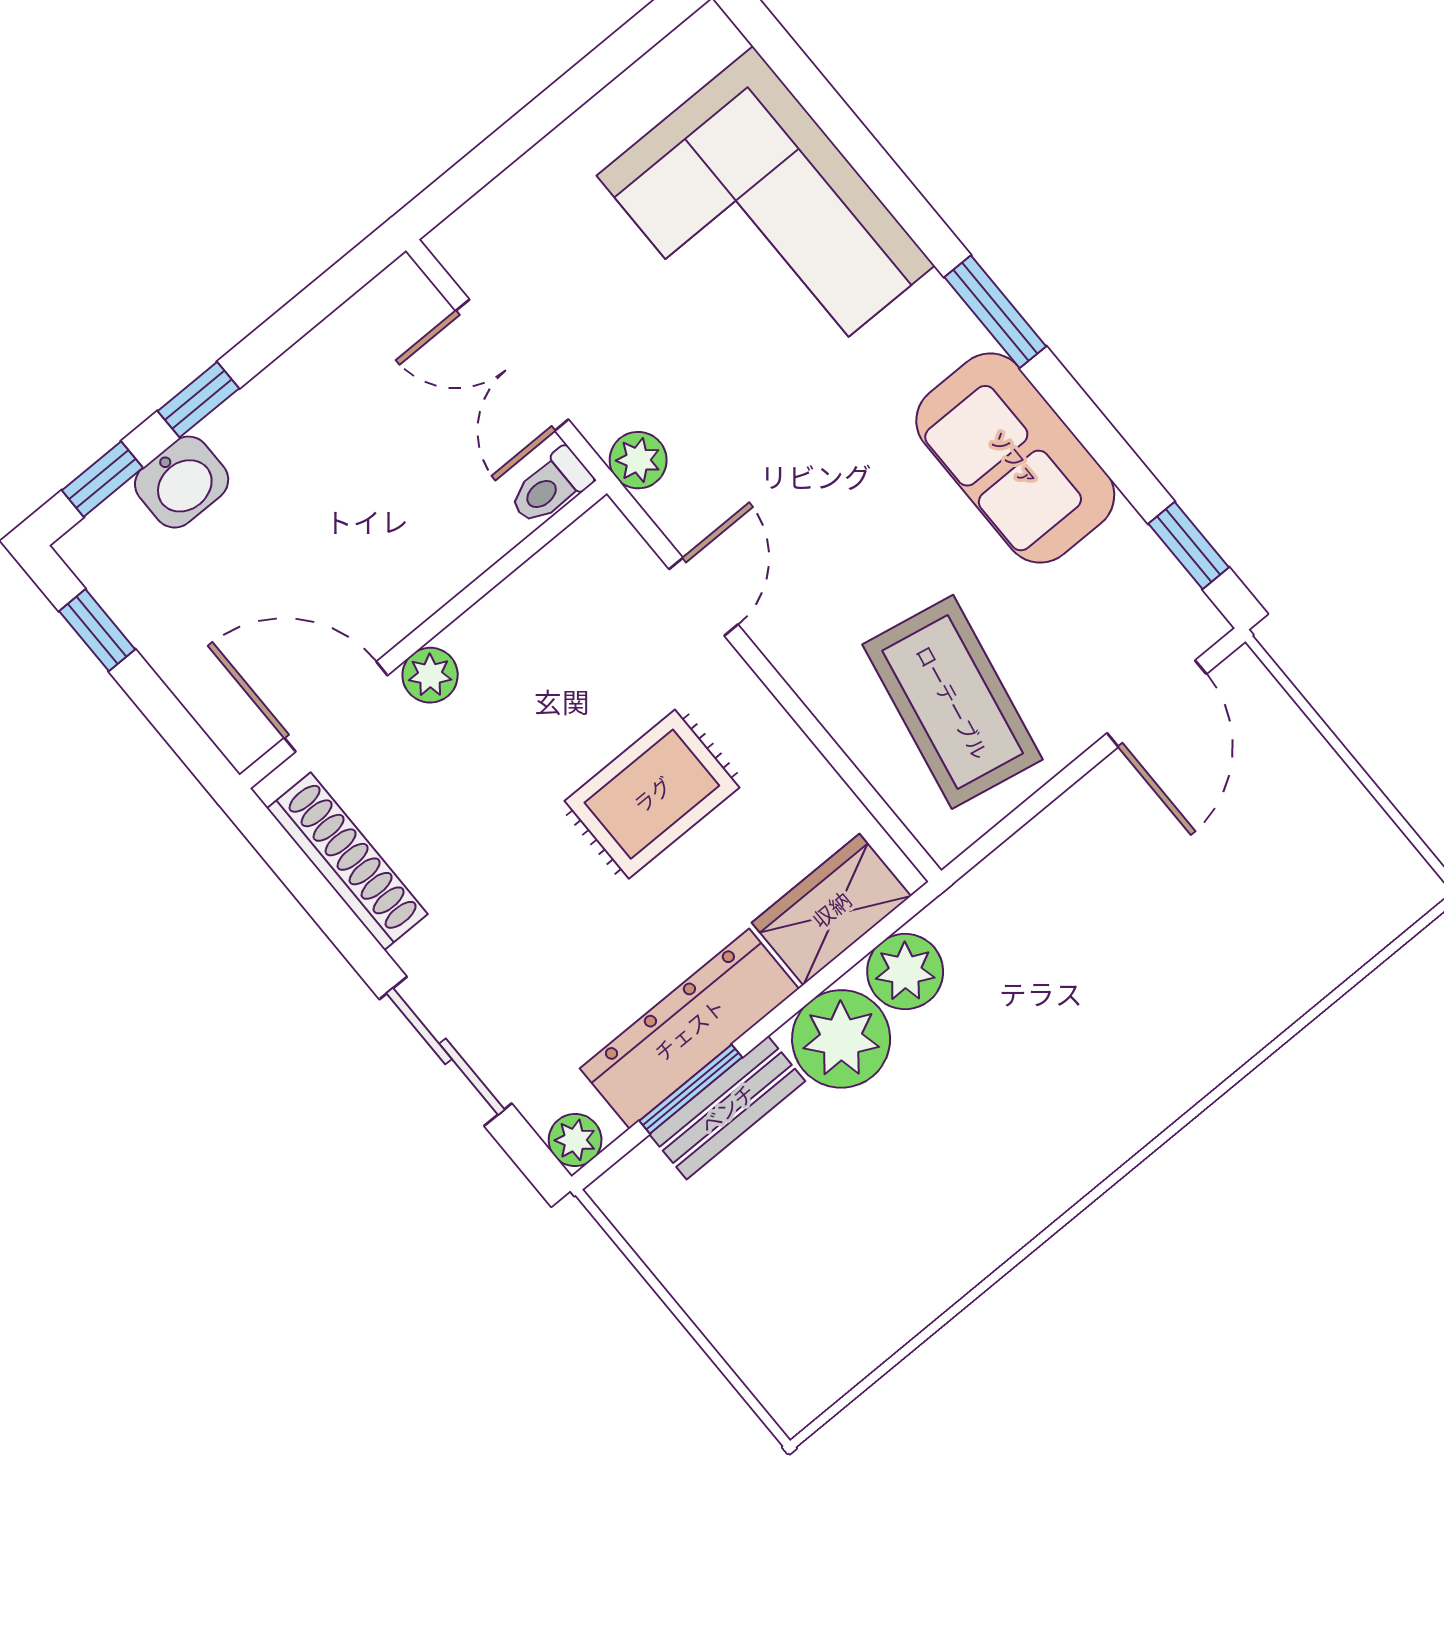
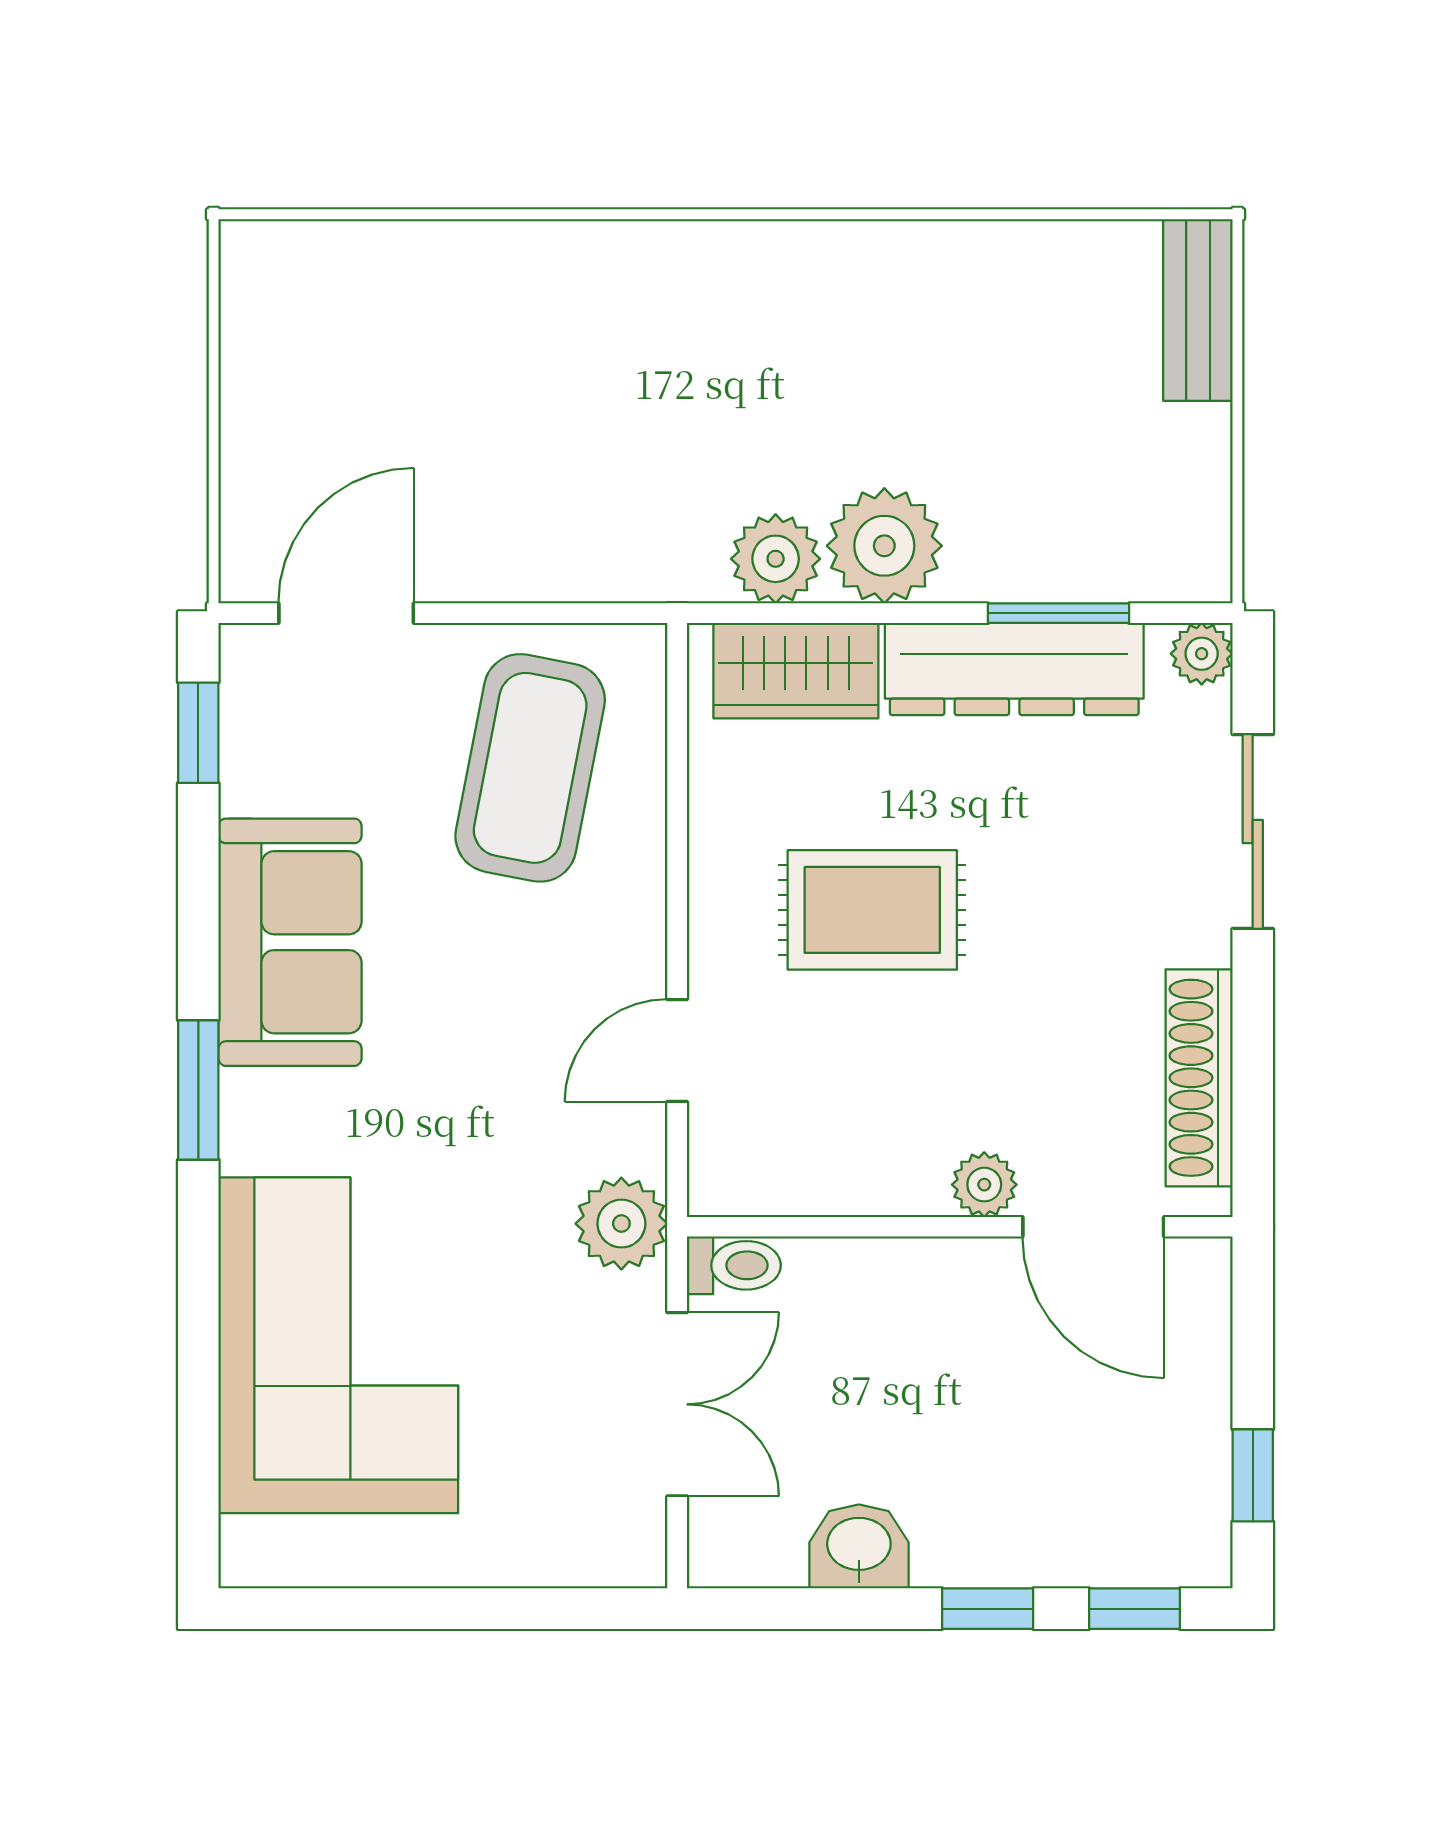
plant: (638, 460) -> (621, 1224), width x1.38, depth x1.38
washbasin: (182, 482) -> (859, 1546), moved
bench: (727, 1108) -> (1198, 310), moved, turned 90

